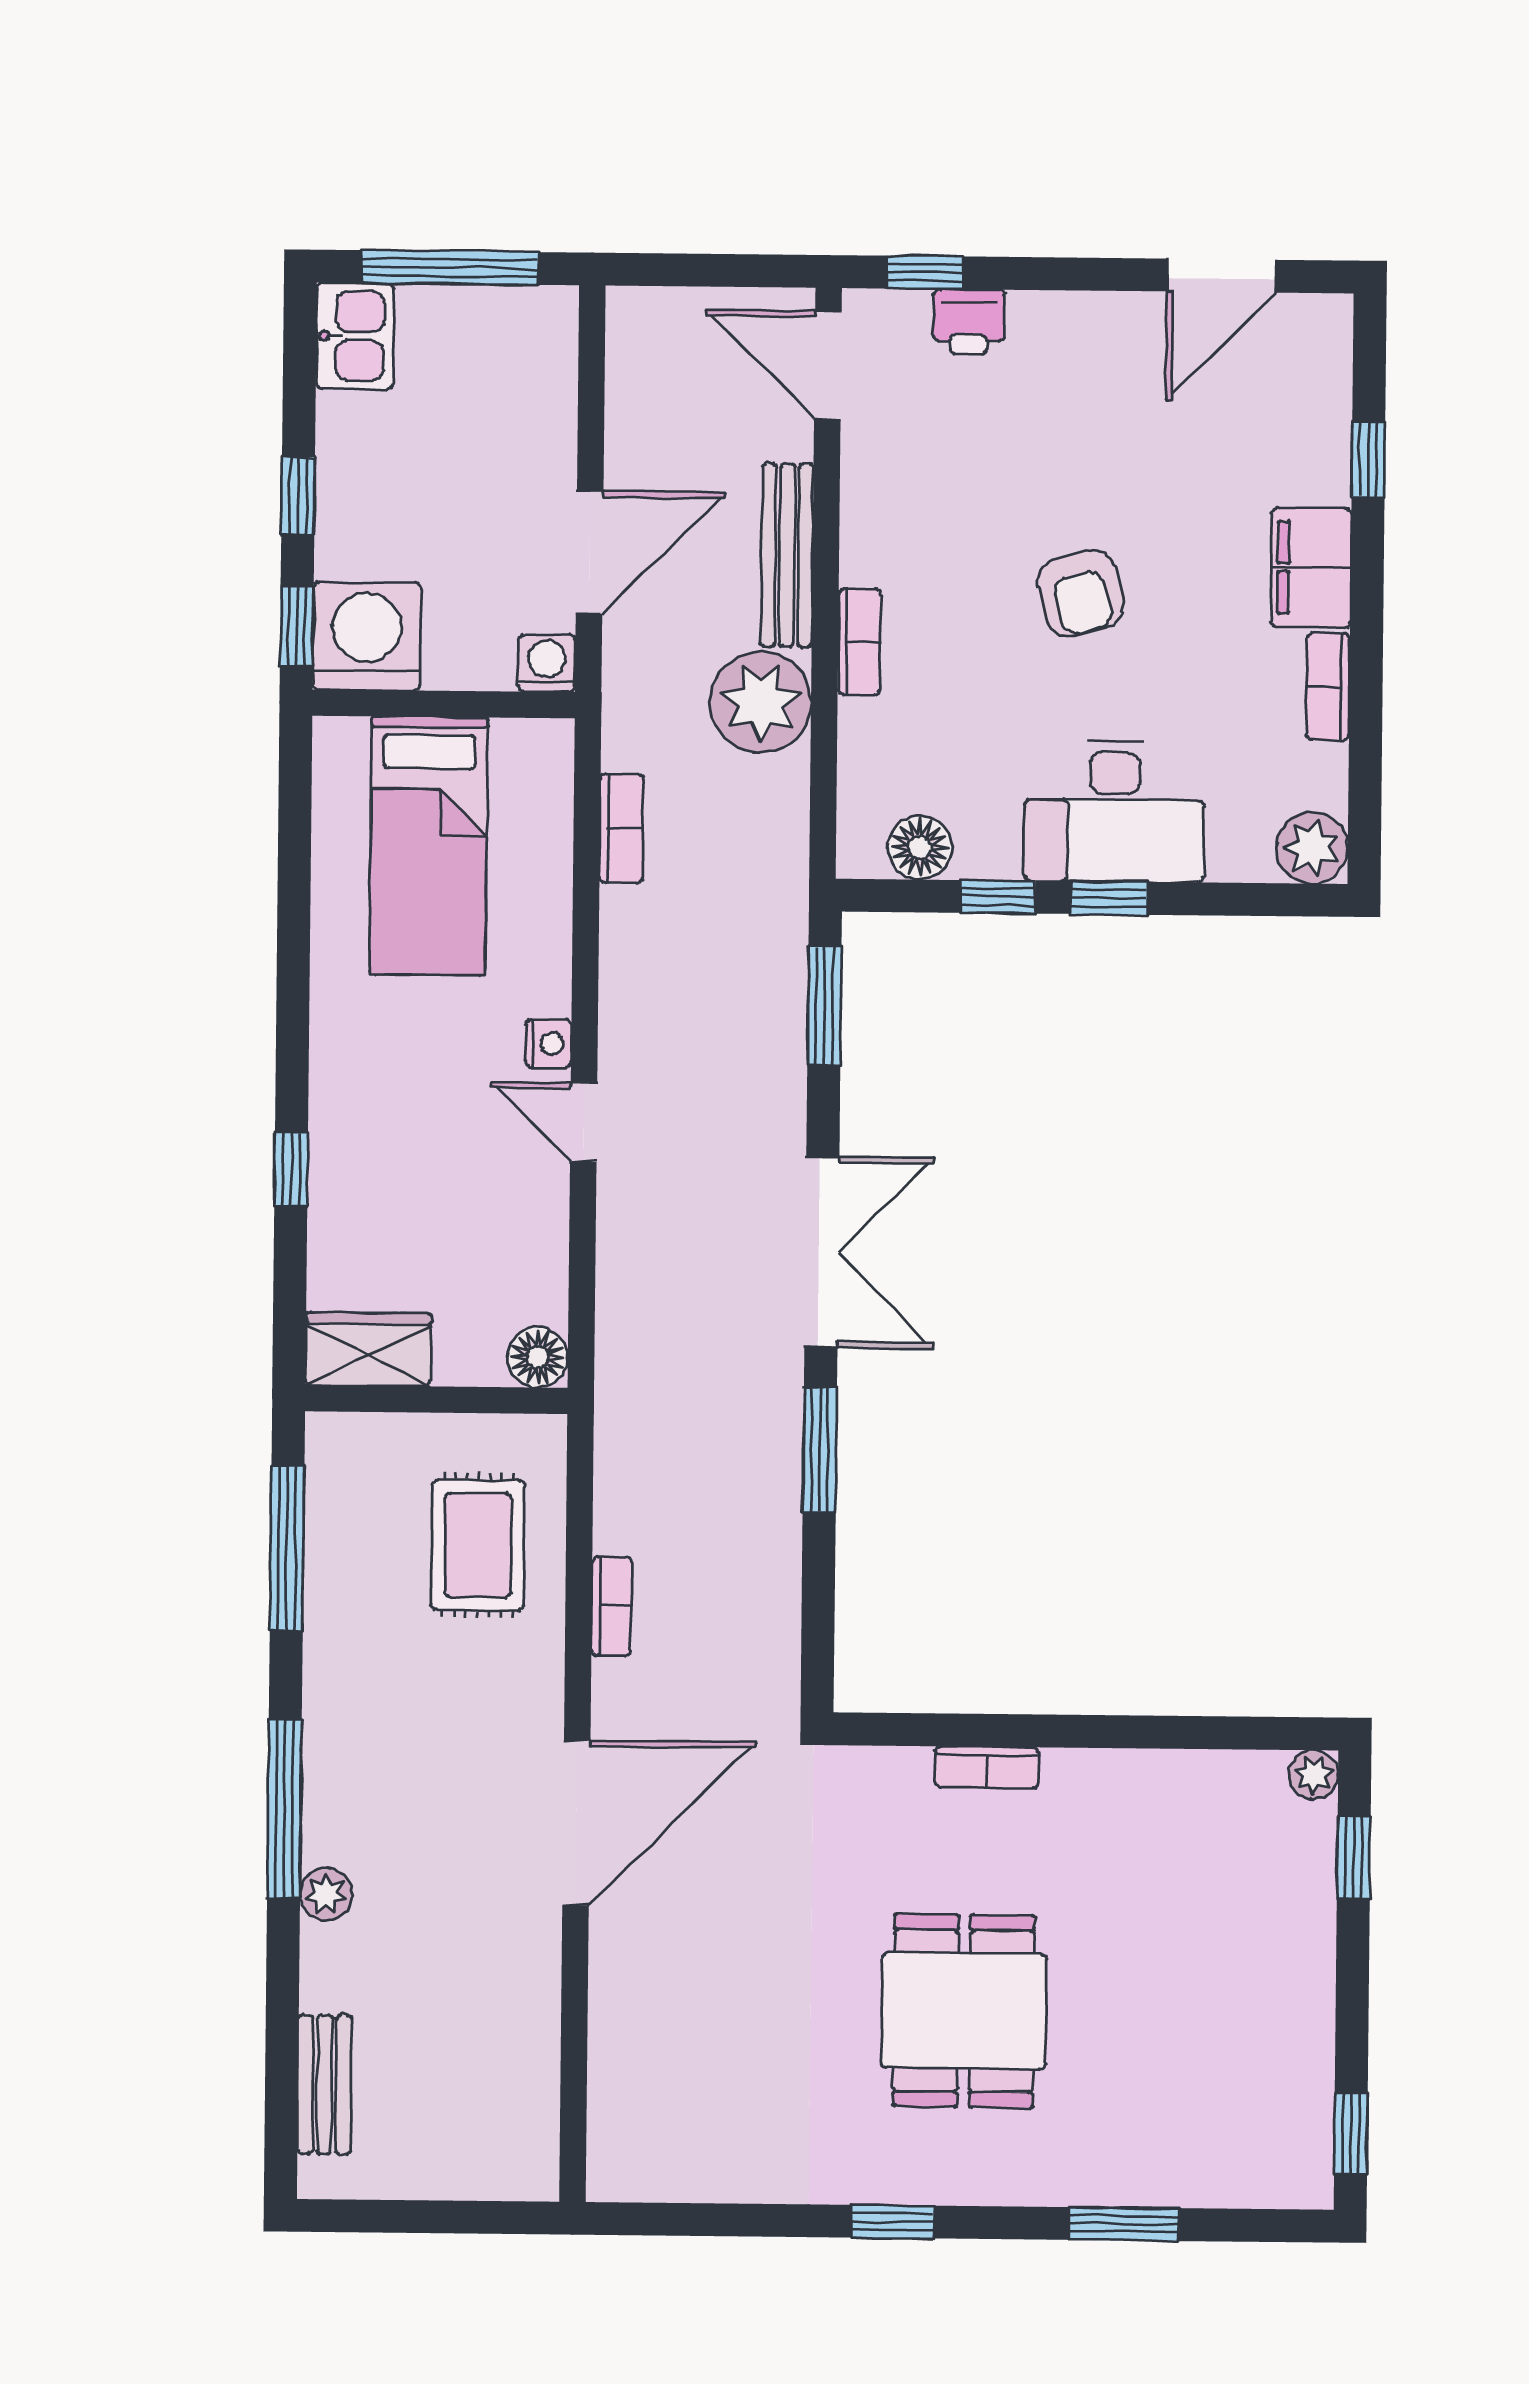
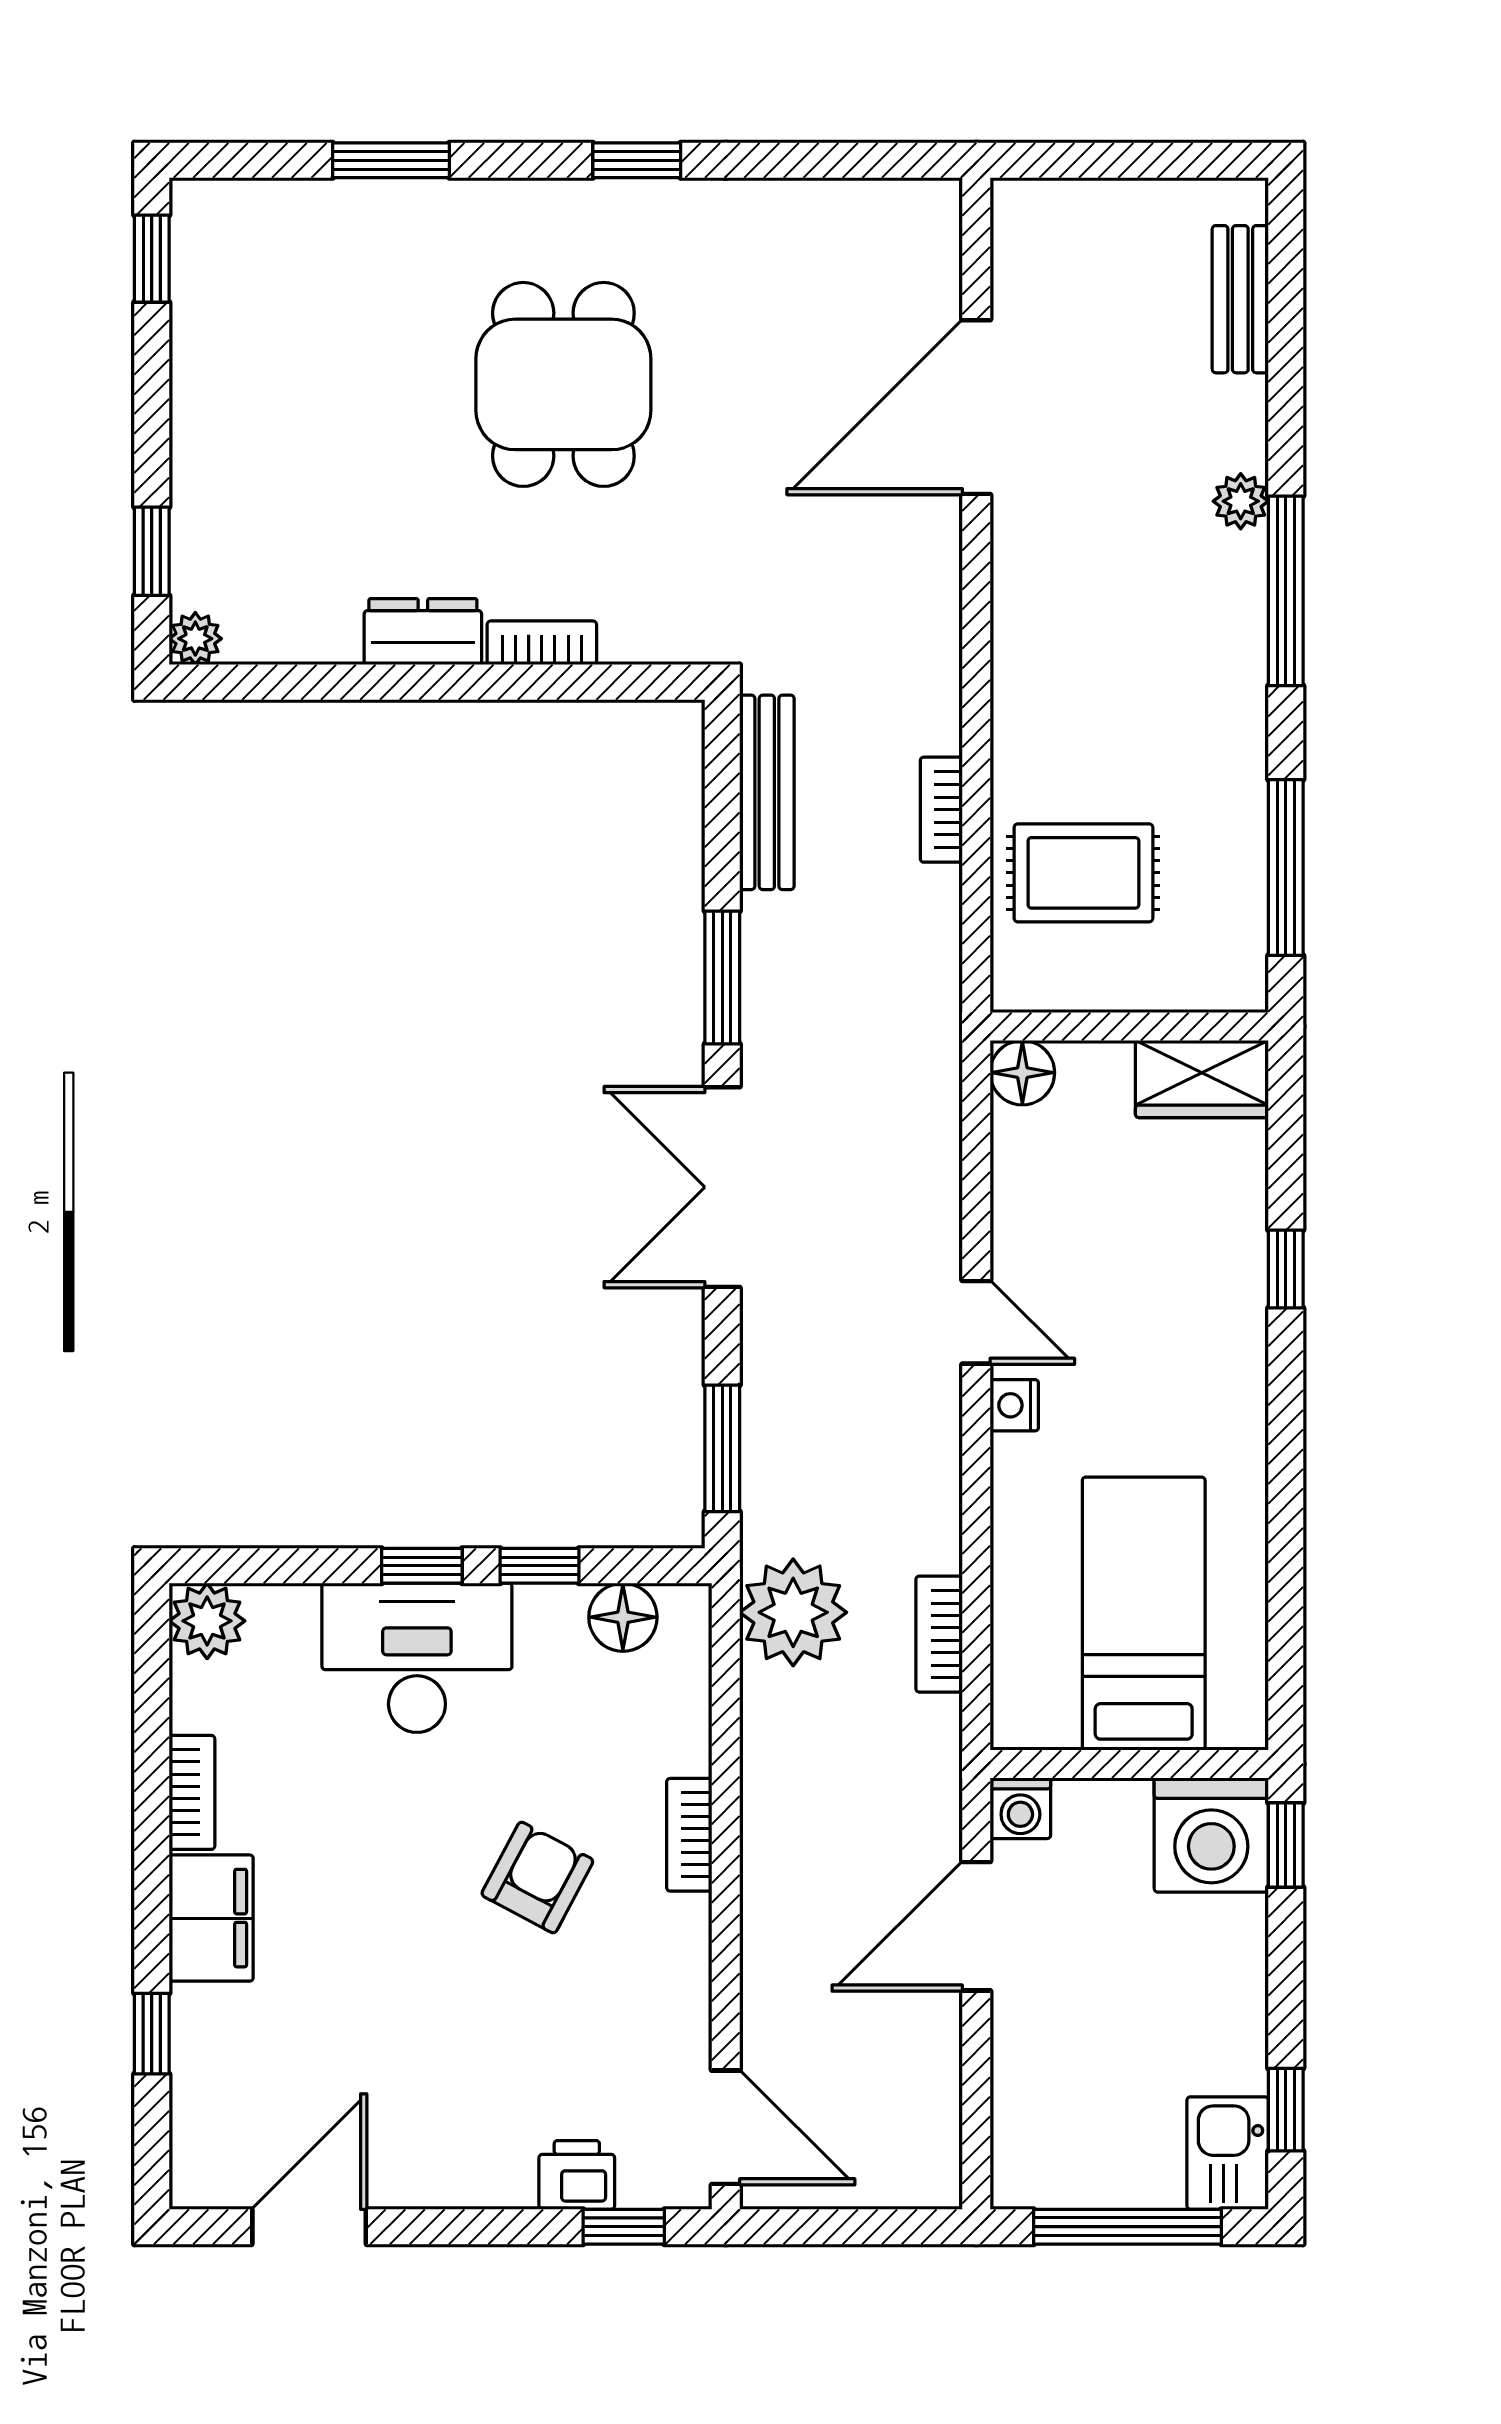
window: (298, 496) -> (1286, 2110), moved
bench: (787, 555) -> (767, 792), moved
armchair: (1081, 593) -> (537, 1877), moved, turned 43
plant: (761, 702) -> (793, 1612), moved
rug: (478, 1545) -> (1083, 873), turned 90
dresser: (1099, 1779) -> (423, 632), added
door: (576, 1823) -> (976, 407), moved

